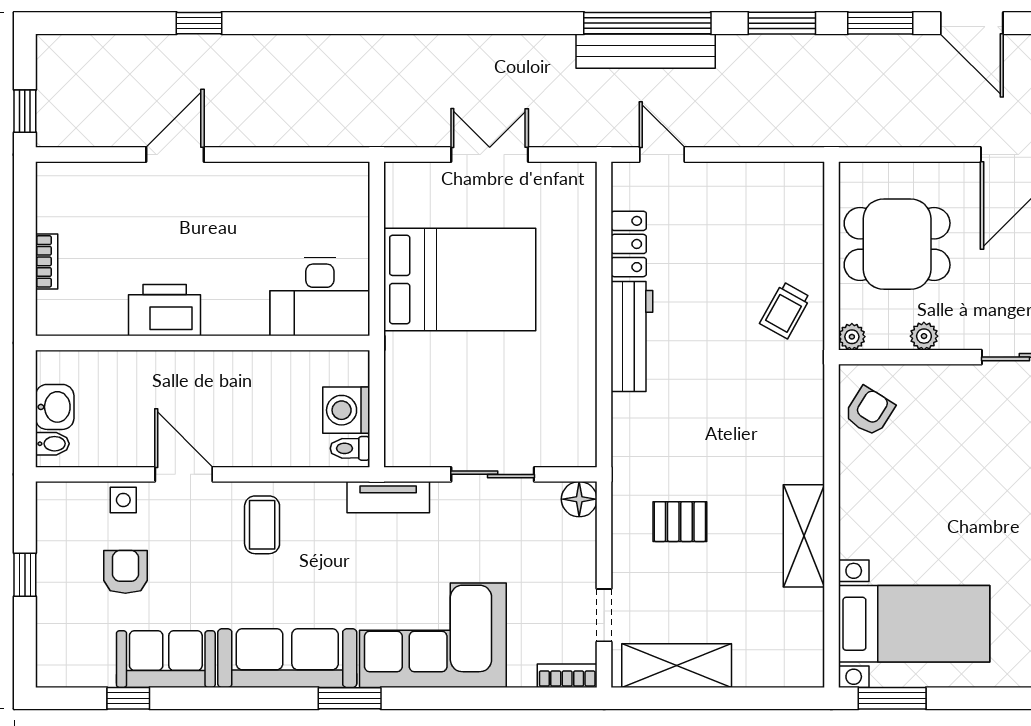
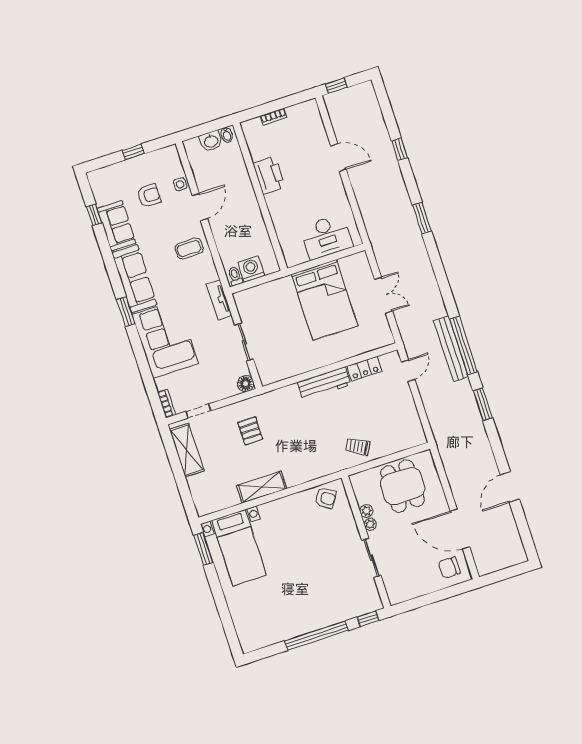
window: (880, 23) -> (422, 218), moved
desk: (320, 297) -> (326, 237), moved, turned -90
plant: (852, 337) -> (370, 524), moved
bidet: (52, 444) -> (227, 135), moved

